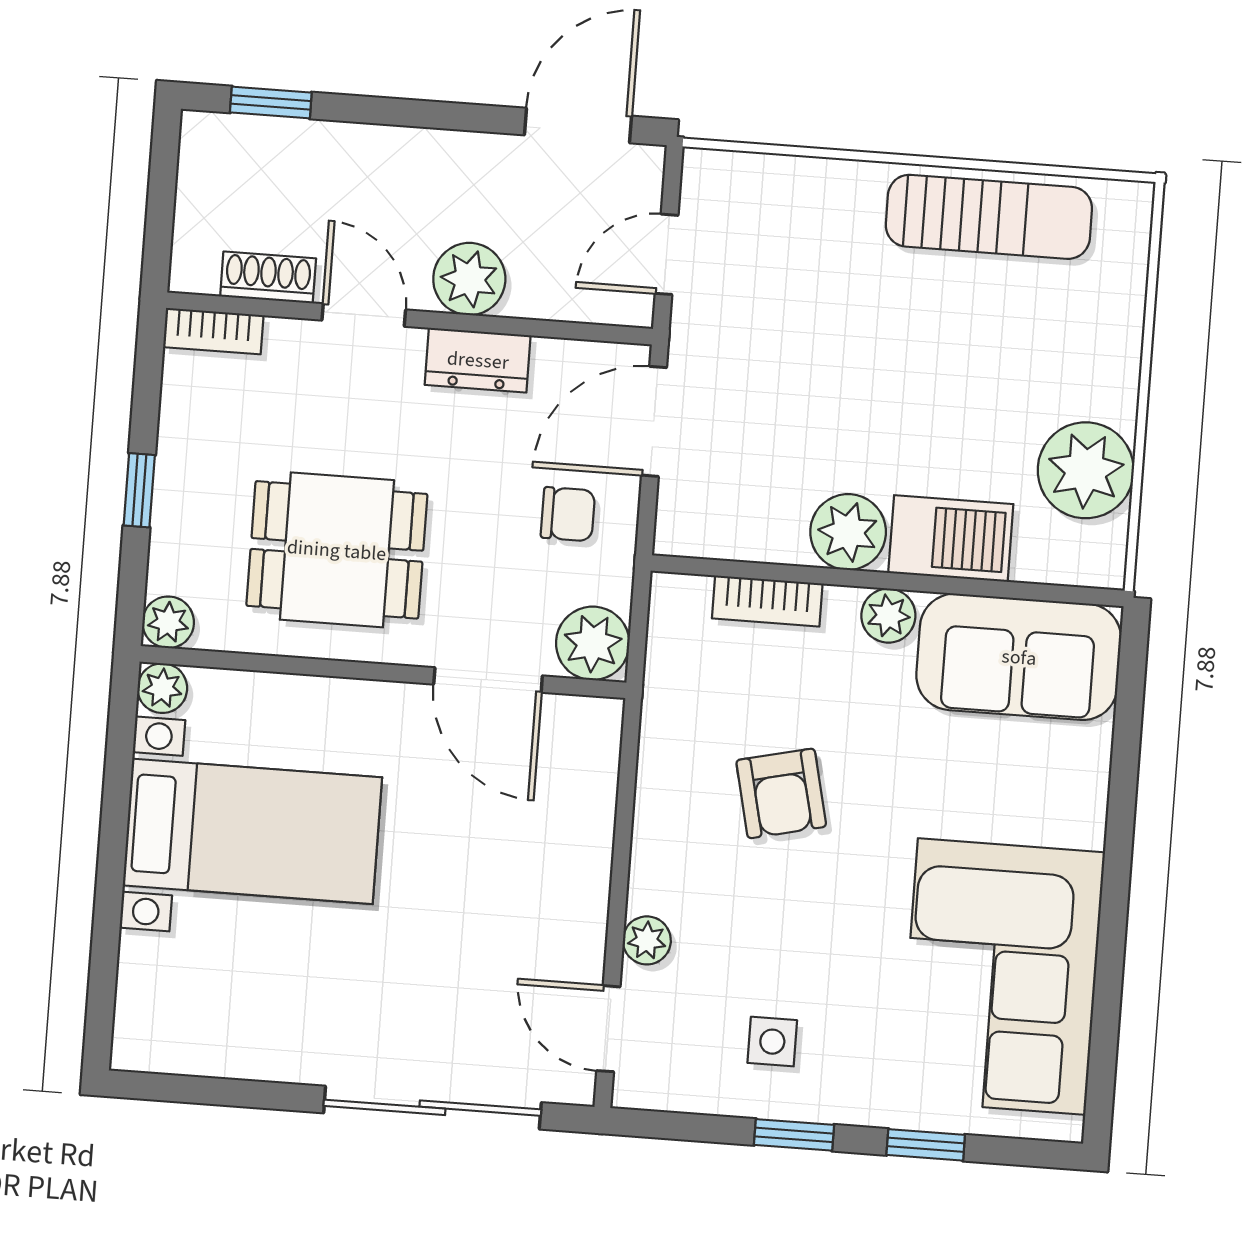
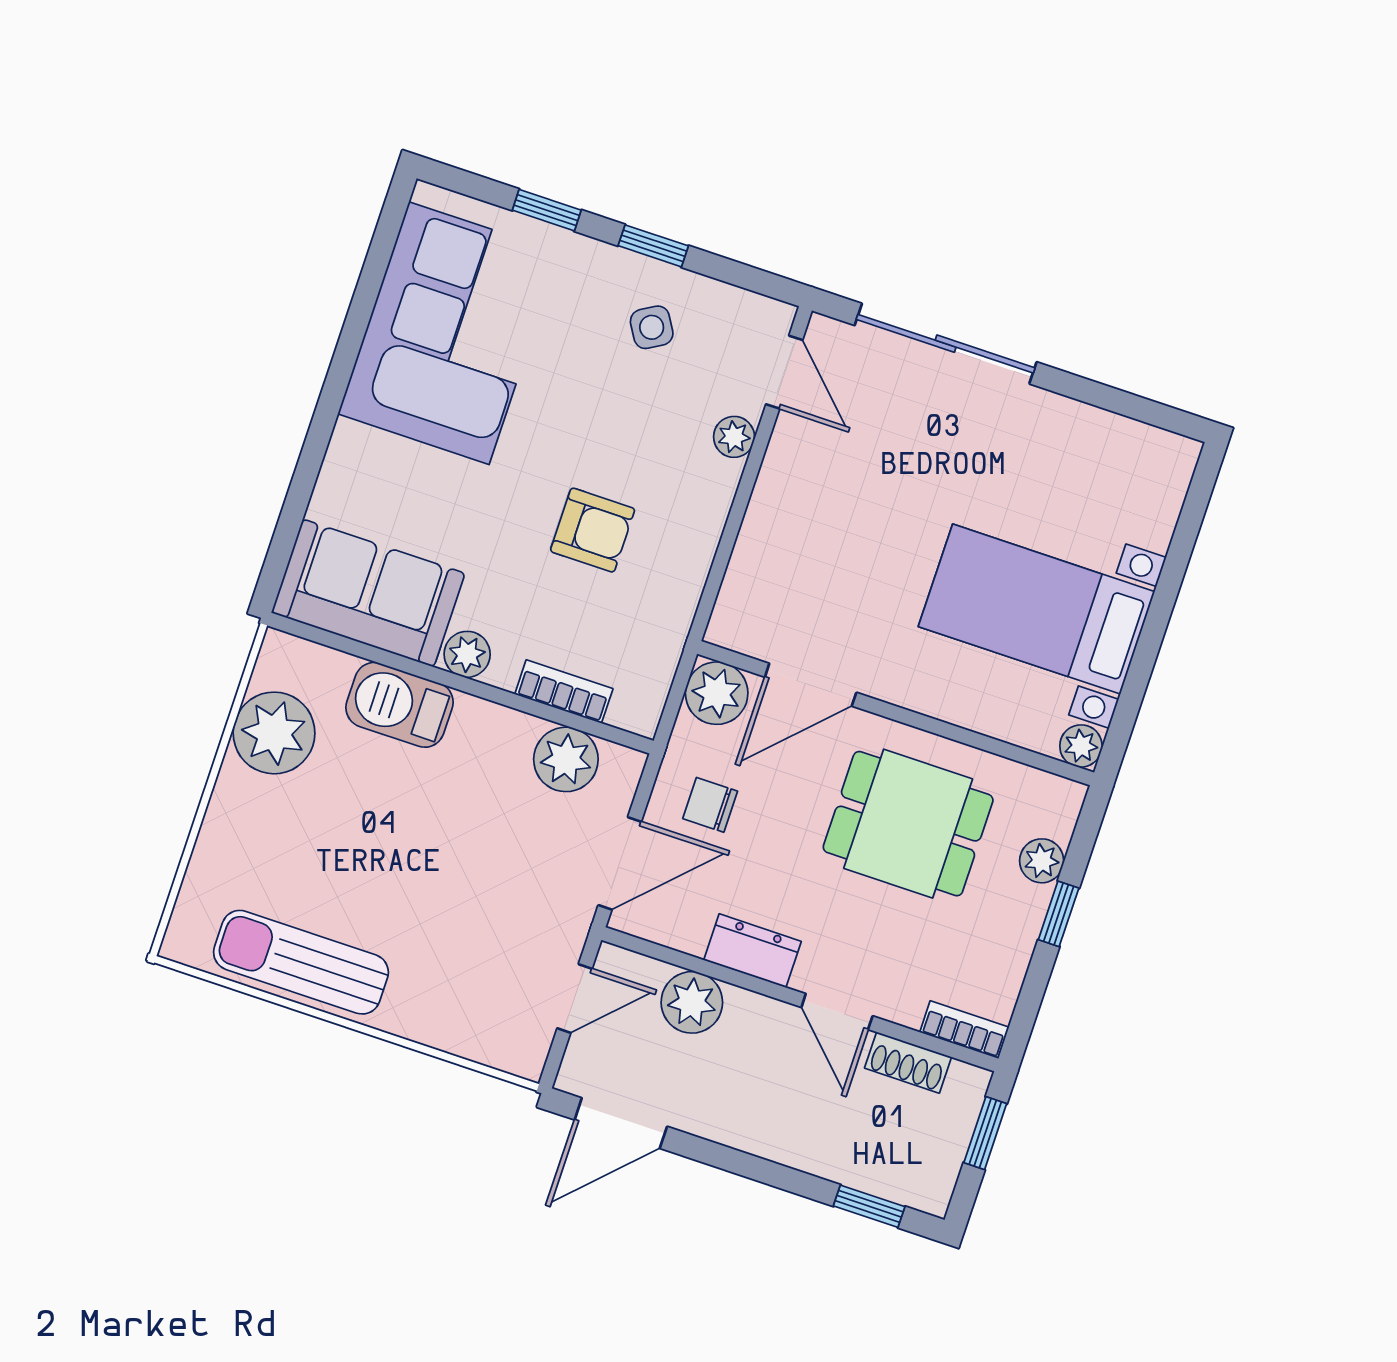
window: (160, 219) -> (985, 1133), added
plant: (469, 279) -> (692, 1002), moved
plant: (848, 532) -> (566, 759), moved
plant: (168, 622) -> (1042, 861), moved
door: (488, 680) -> (811, 685), swing flipped
armchair: (781, 793) -> (593, 530), turned 103
side table: (772, 1042) -> (652, 327), turned -31

